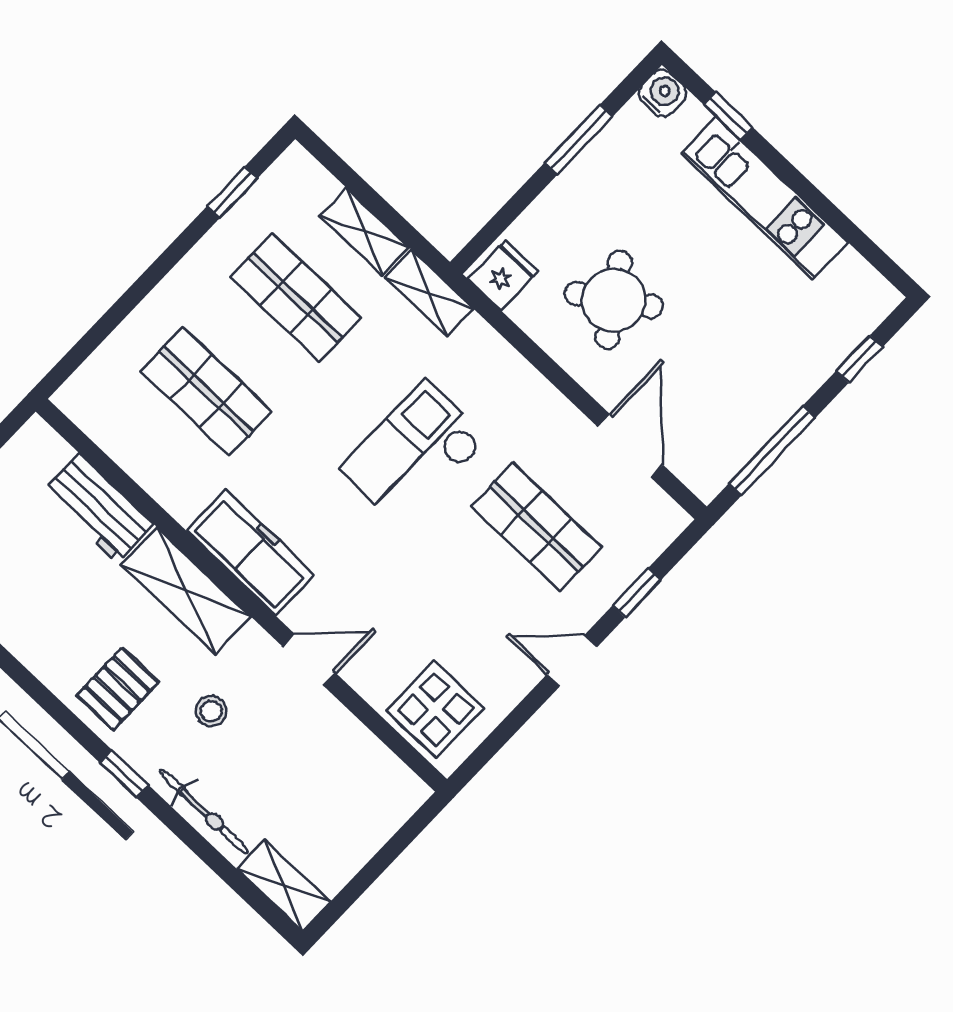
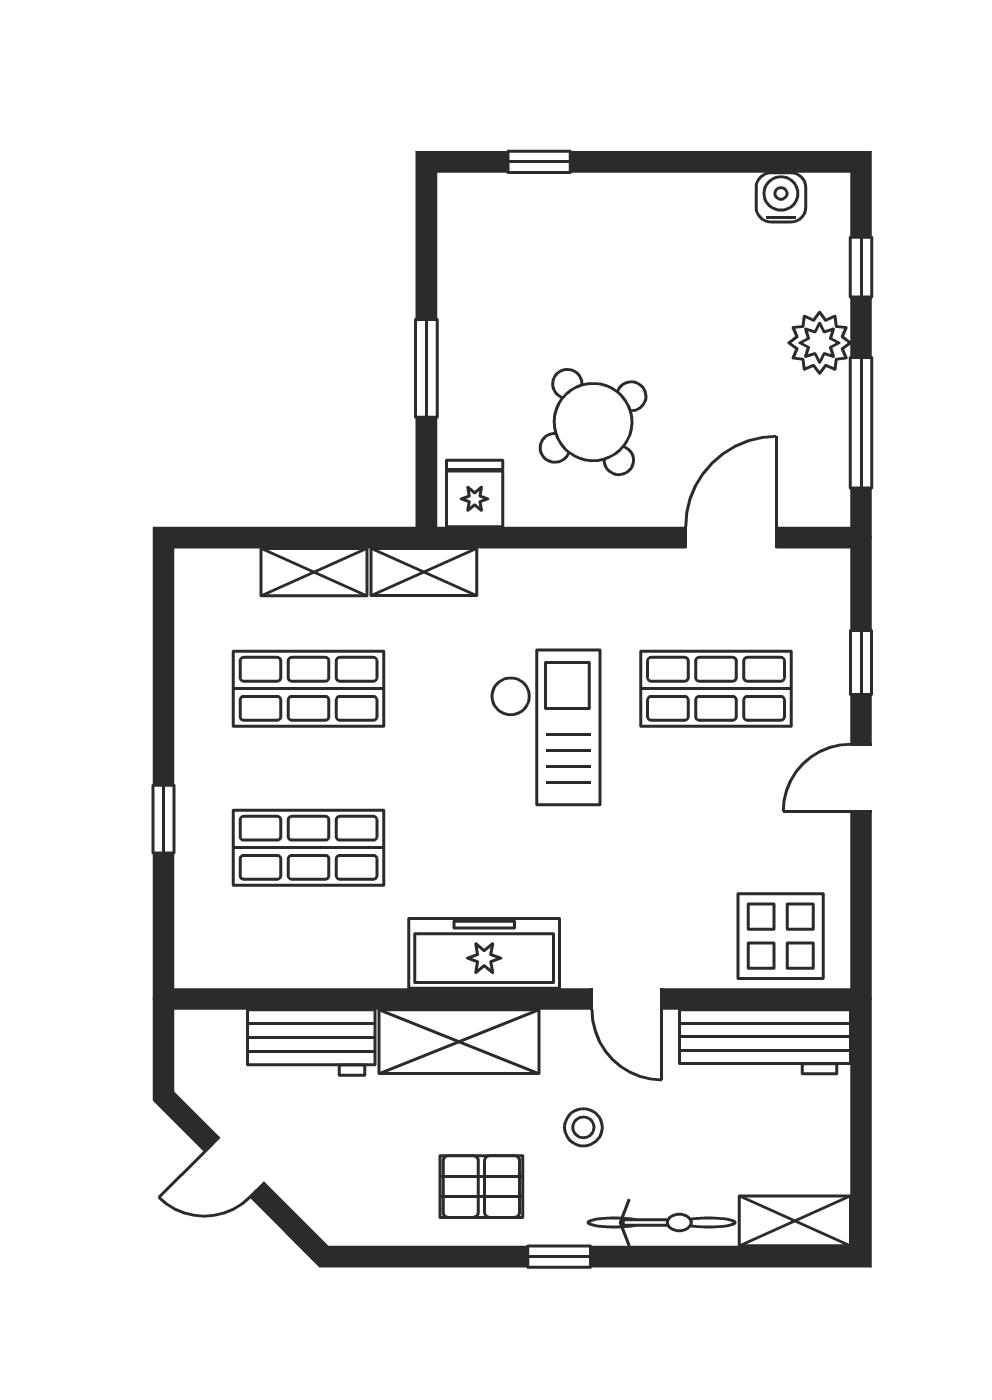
water cooler: (663, 93) -> (781, 197), moved
window: (579, 140) -> (426, 368), moved
window: (232, 192) -> (164, 819), moved
kitchen unit: (764, 198) -> (641, 204), removed
plant: (792, 381) -> (820, 343), added
door: (630, 446) -> (731, 538), hinge flipped
checkout: (414, 454) -> (546, 727), turned 180
door: (309, 660) -> (627, 999), swing flipped
pallet: (118, 689) -> (481, 1187), turned 90
workbench: (367, 763) -> (765, 1042), added

